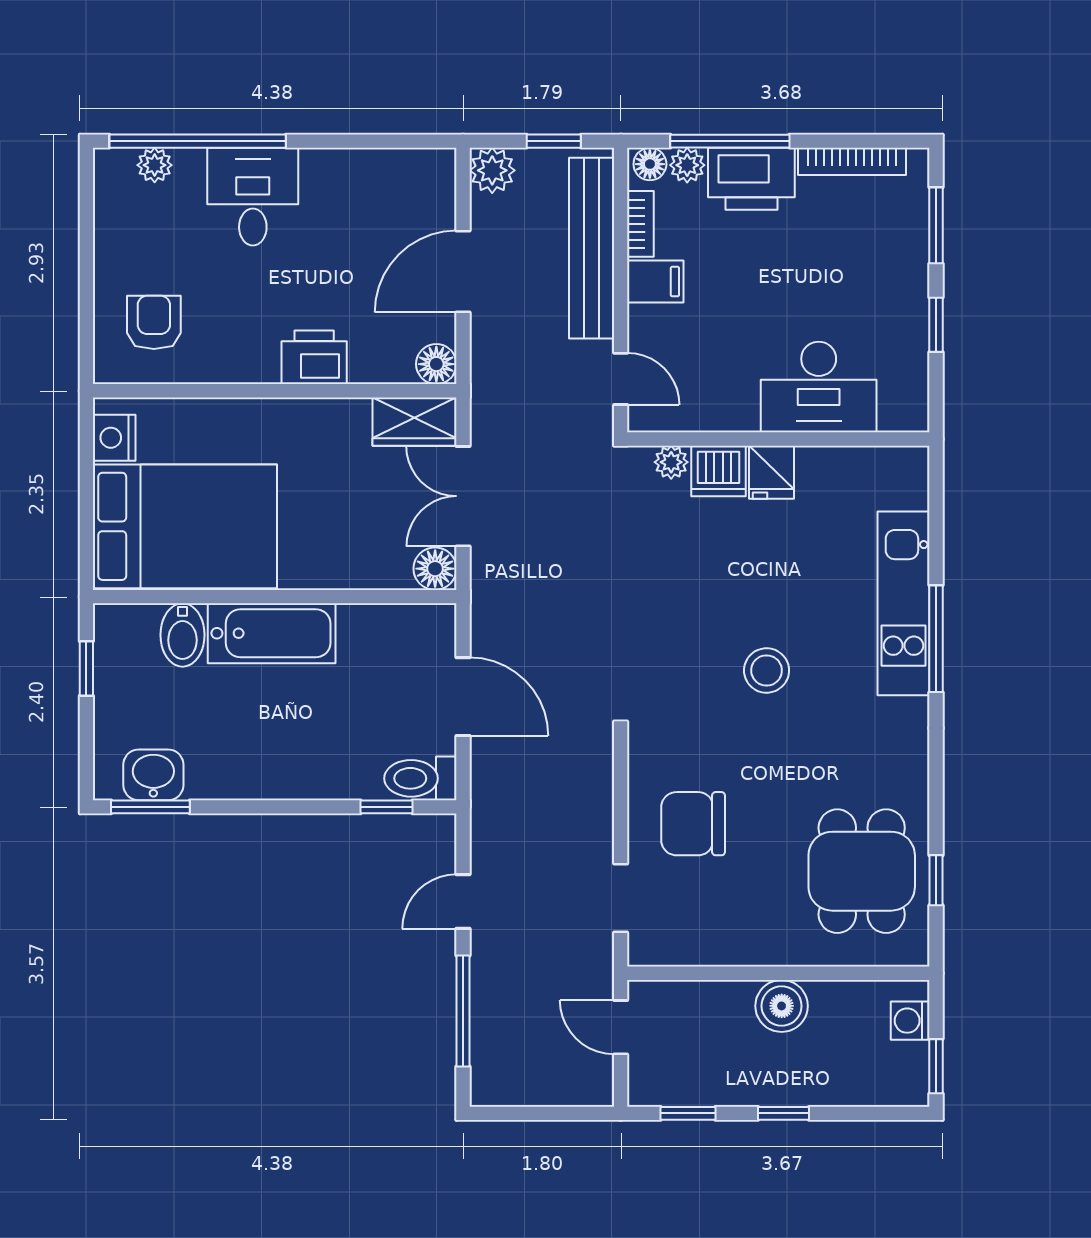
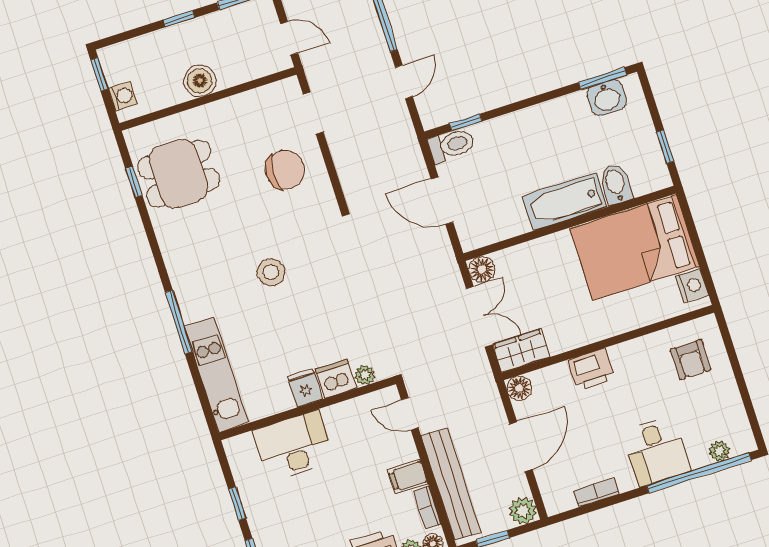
bookcase: (368, 162) -> (596, 492), added
kitchen unit: (903, 603) -> (216, 375), moved
dining table: (862, 871) -> (179, 174), turned 90

